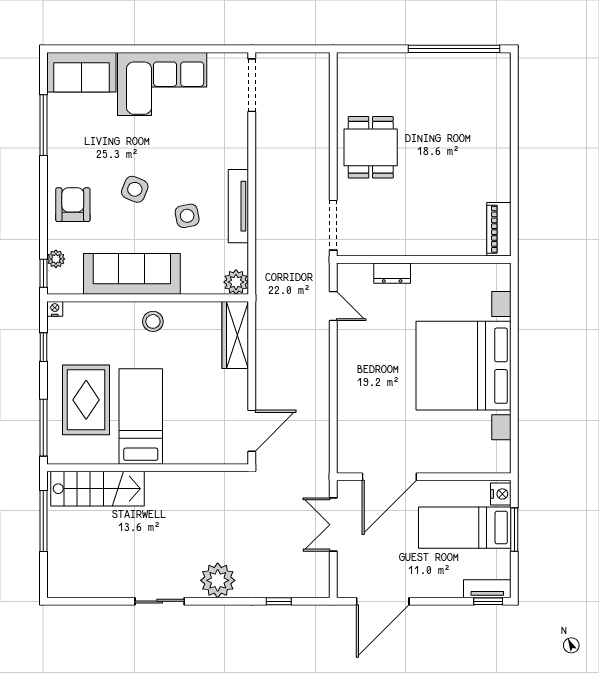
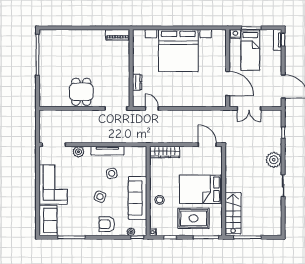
dining table: (371, 147) -> (81, 92), turned 90
plant: (236, 282) -> (79, 152), moved
door: (333, 306) -> (152, 108), hinge flipped
stool: (153, 321) -> (160, 200), moved
bed: (141, 416) -> (201, 189), width x1.50

